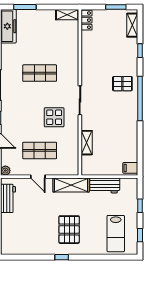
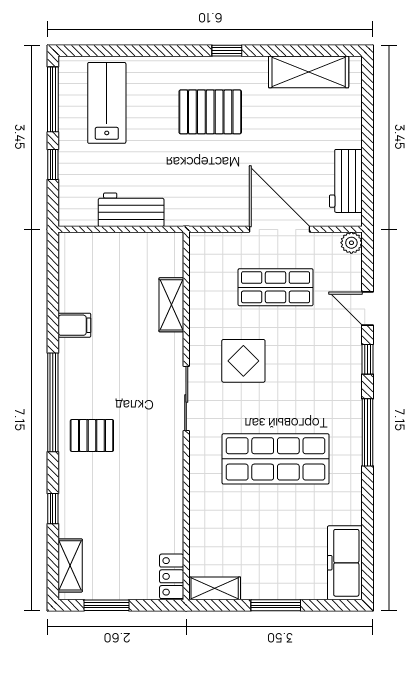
window: (25, 7) -> (276, 605), moved
shop shelf: (40, 73) -> (276, 459), width x1.43, depth x1.36
filing cabinet: (130, 168) -> (74, 325), moved
door: (38, 177) -> (279, 229), width x1.88
shelving: (71, 185) -> (309, 72), moved
pallet: (69, 230) -> (210, 112), turned 90
window: (140, 235) -> (53, 99), width x2.17

